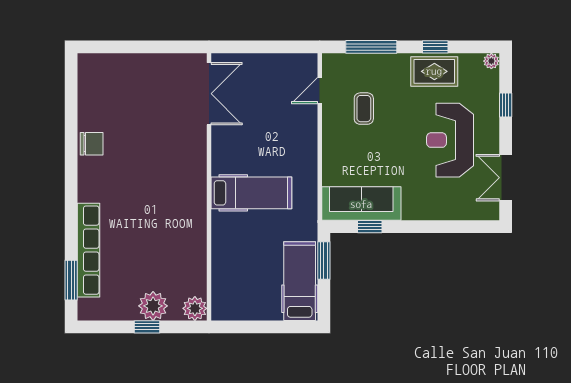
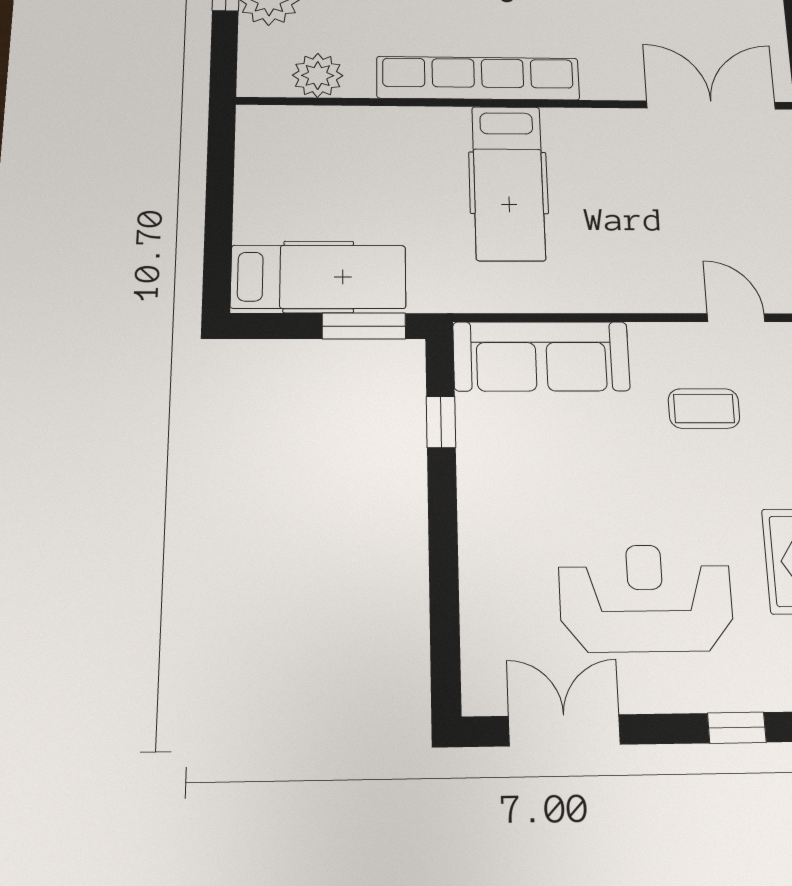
double door: (209, 94) -> (711, 105), swing flipped
sofa: (361, 204) -> (541, 356), moved, turned 90
row of seats: (195, 206) -> (478, 78), added
plant: (195, 308) -> (318, 75), moved

